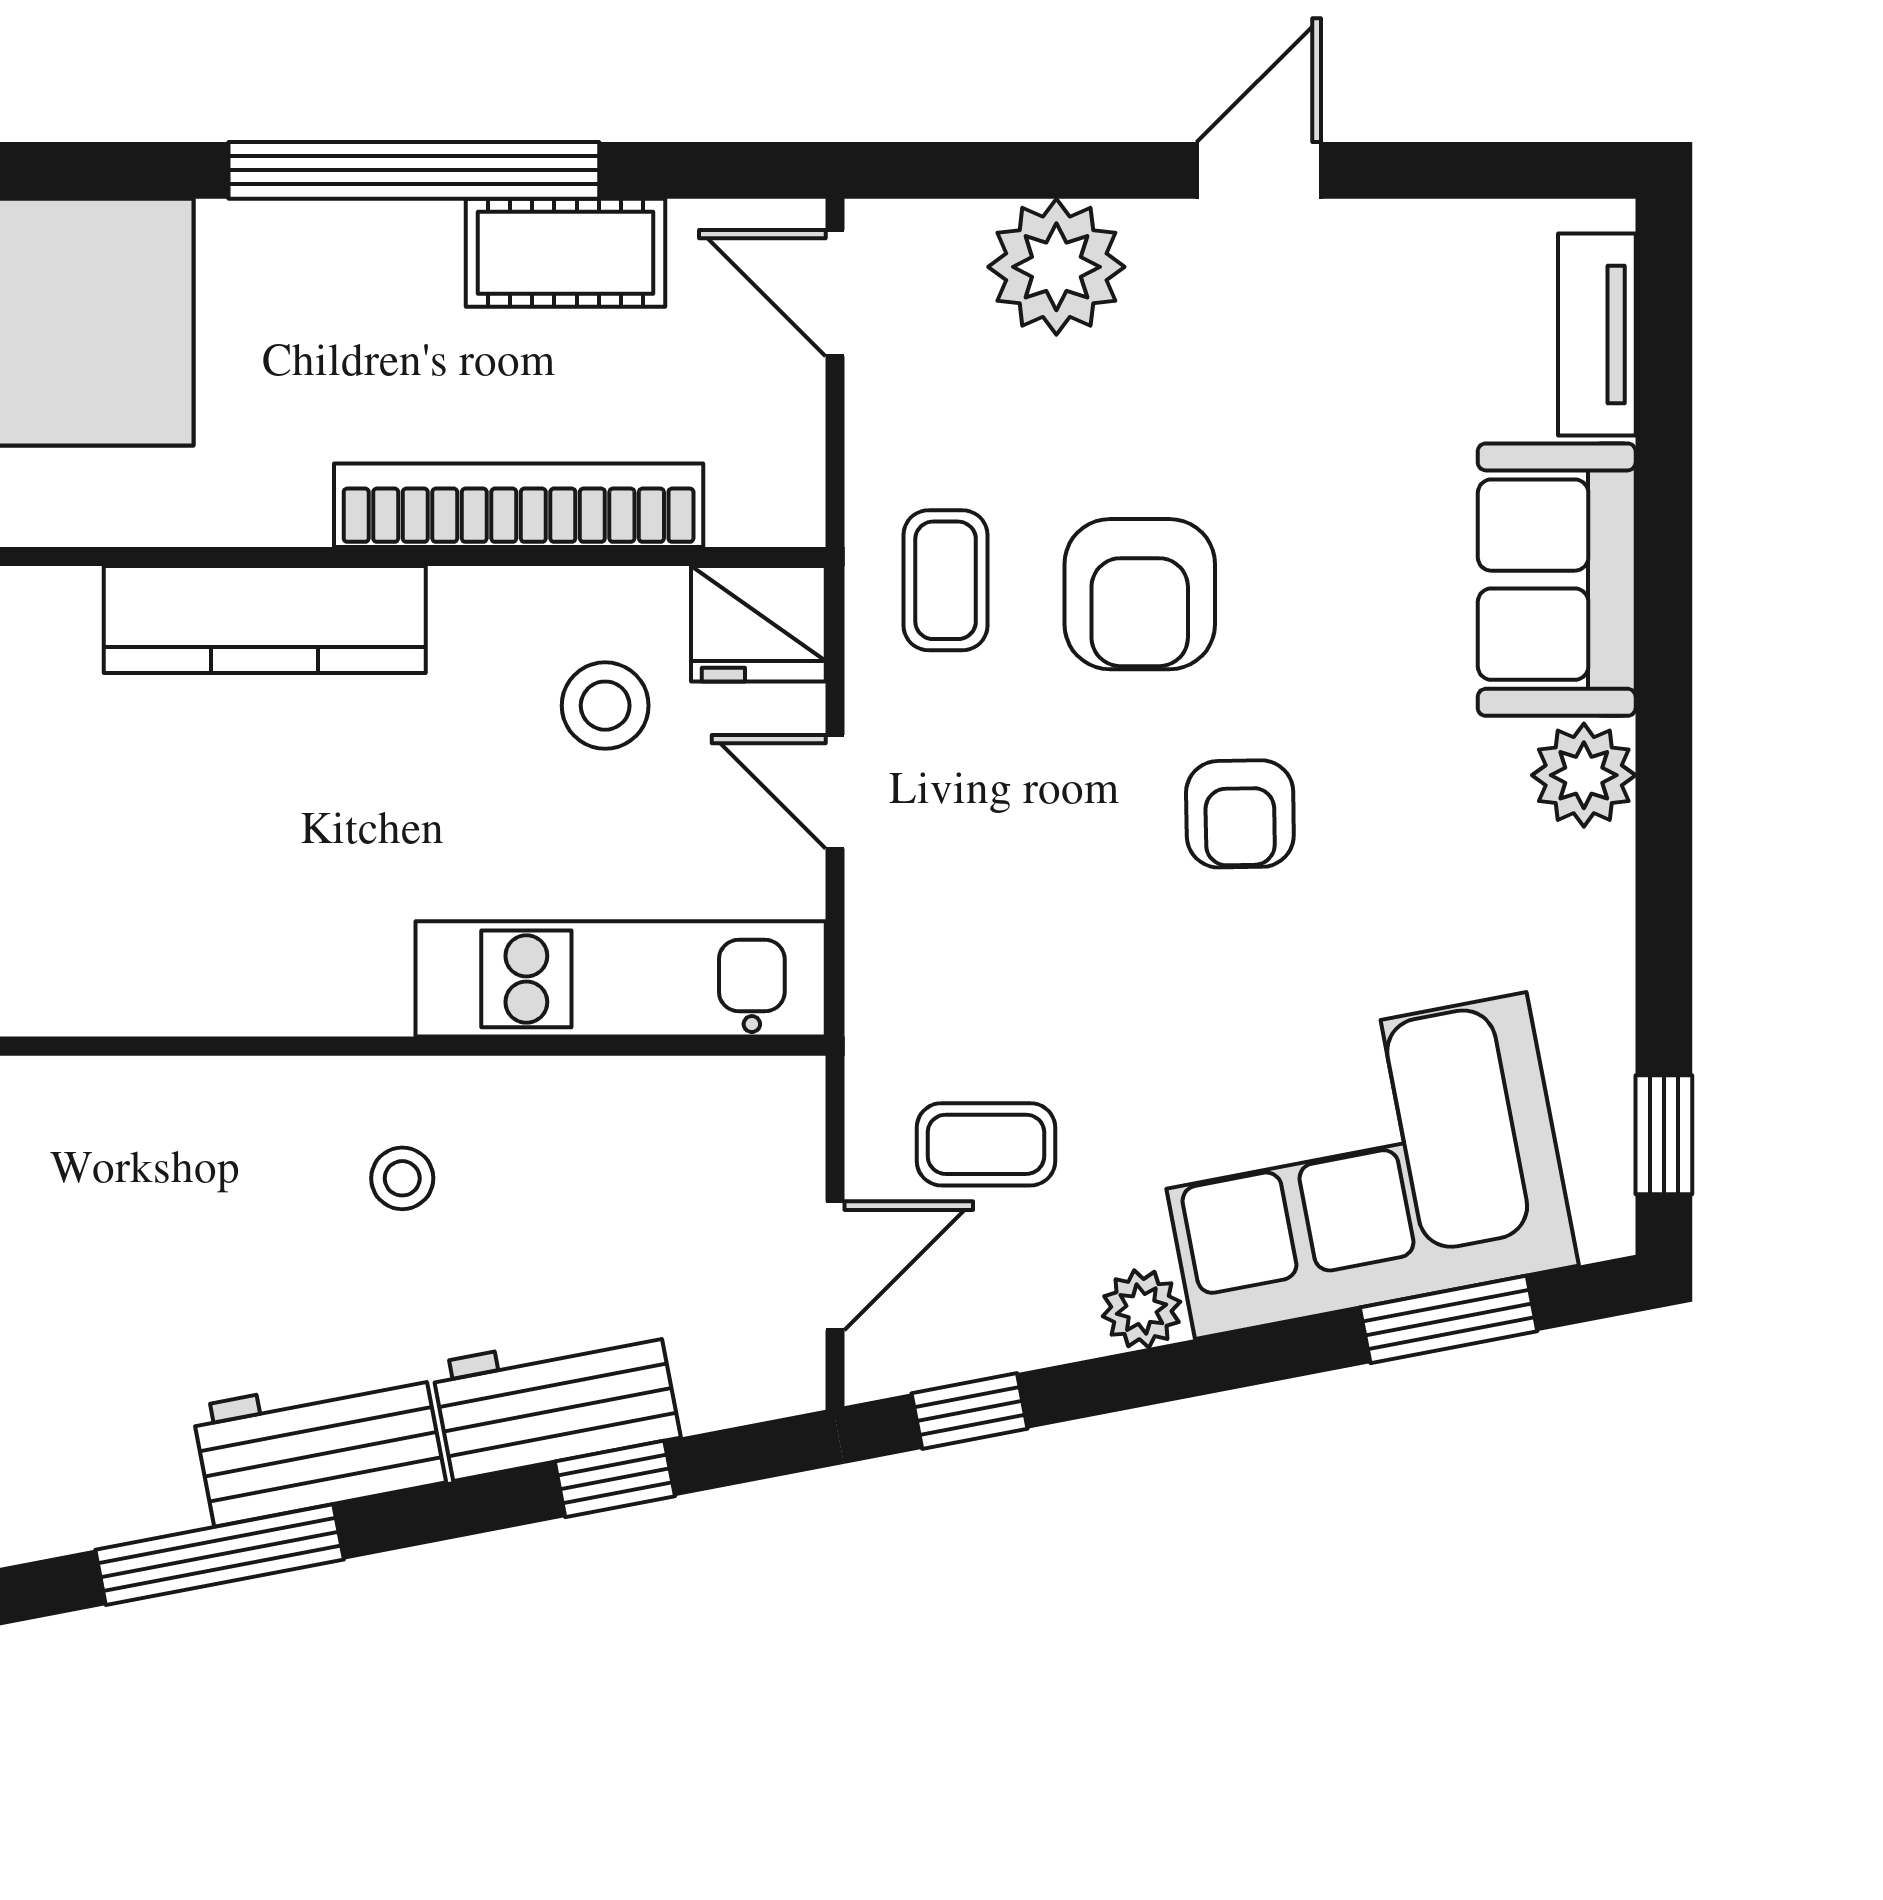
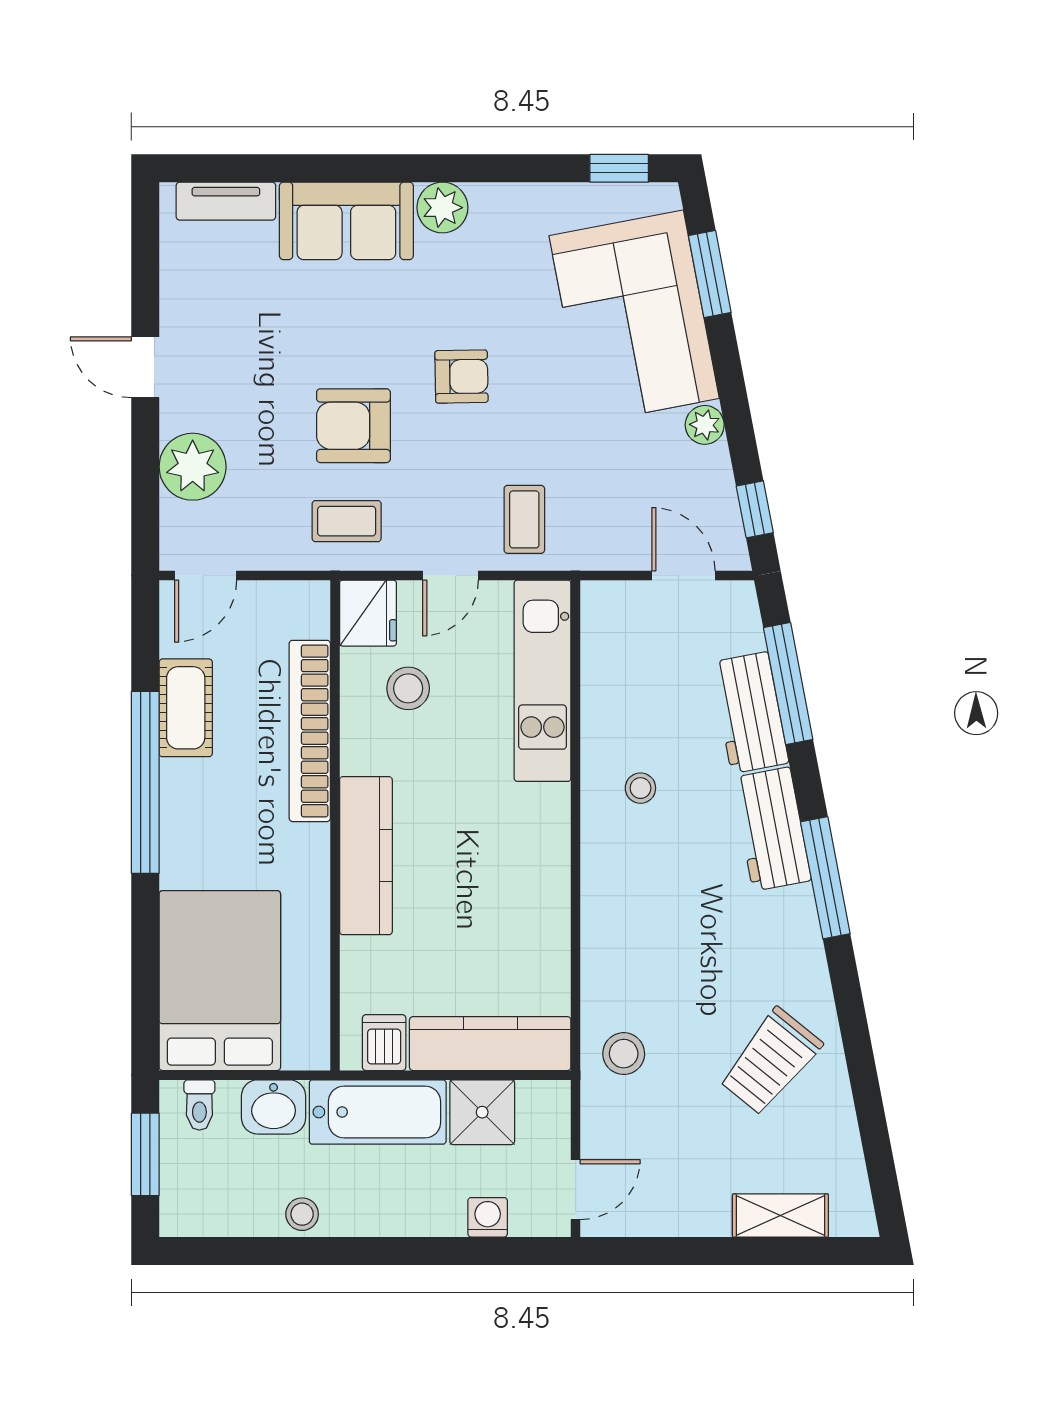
armchair: (1140, 594) -> (353, 426), turned 180
coffee table: (986, 1144) -> (524, 519), moved
window: (615, 1479) -> (788, 684), width x2.17

